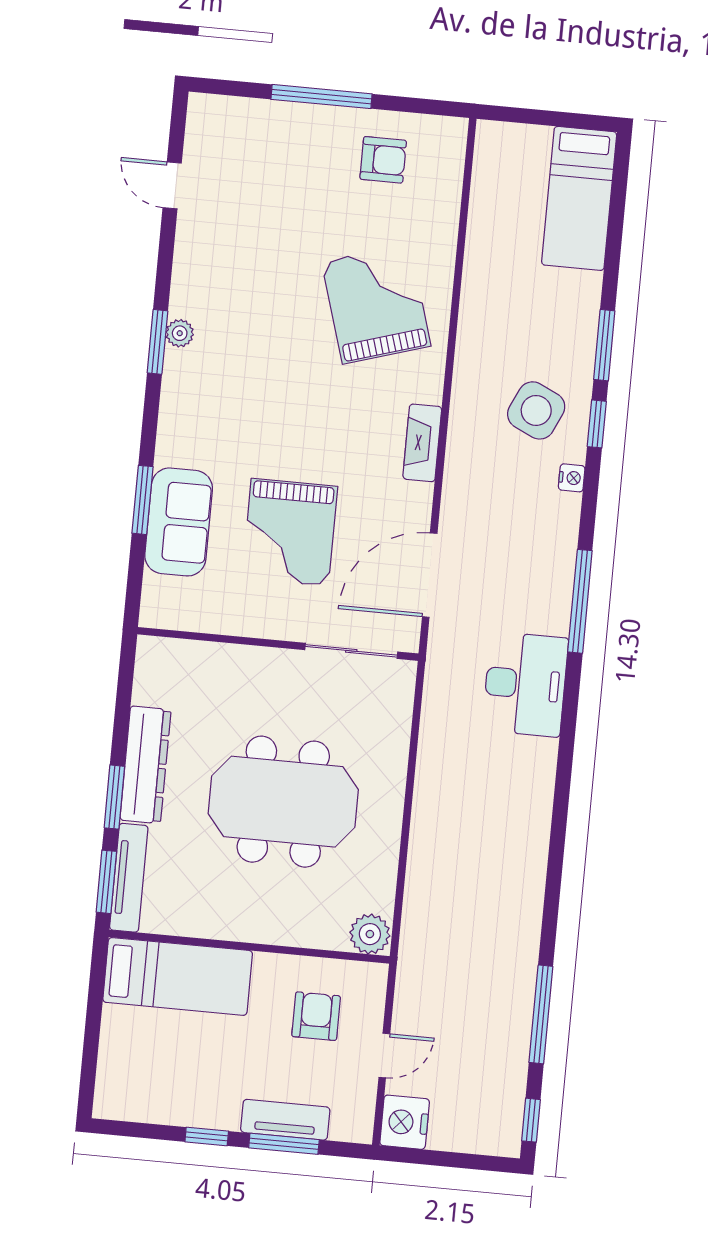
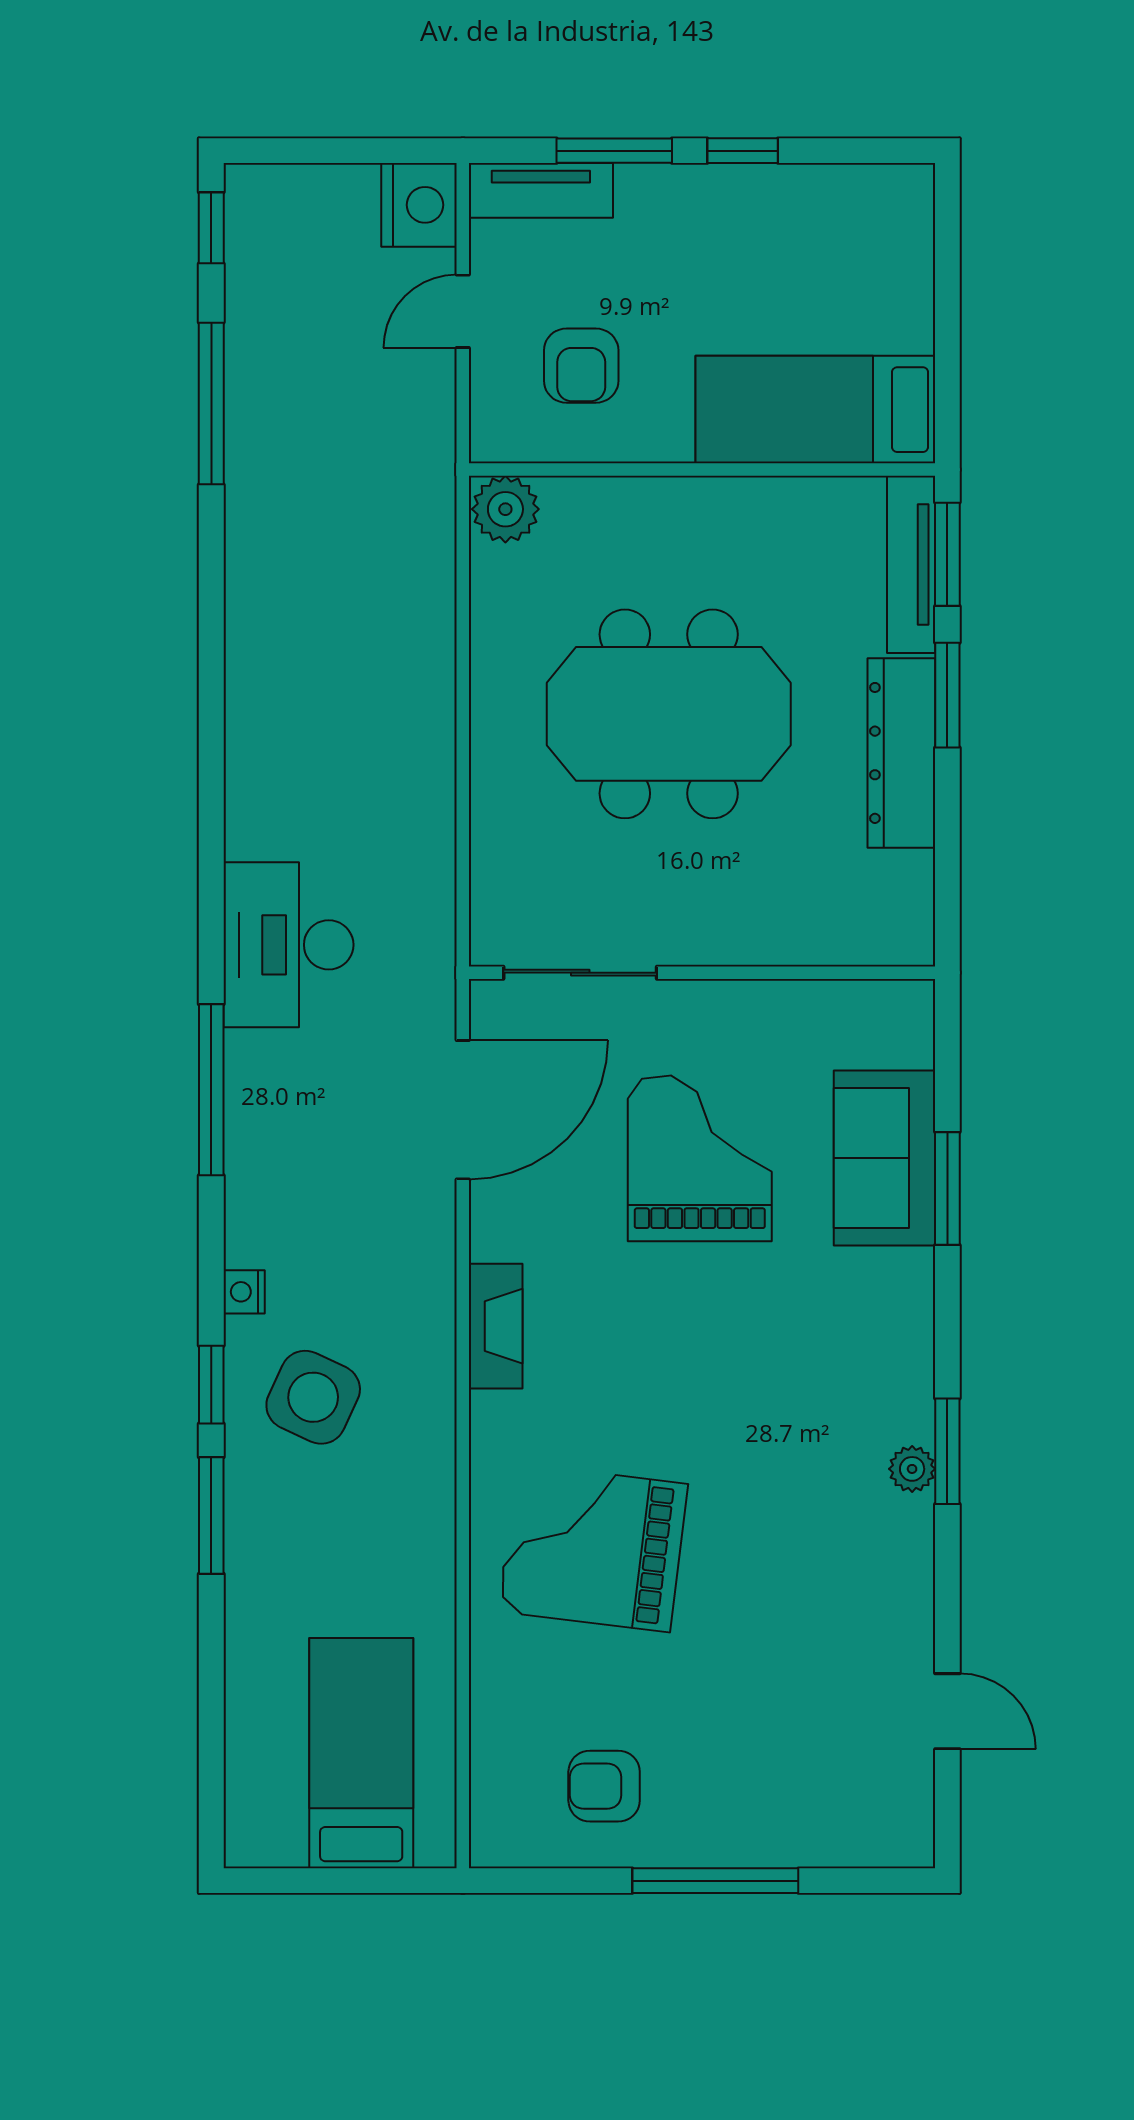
bed: (579, 198) -> (361, 1753), moved
grand piano: (376, 304) -> (593, 1548), turned 114
tv unit: (285, 1120) -> (541, 190), moved

